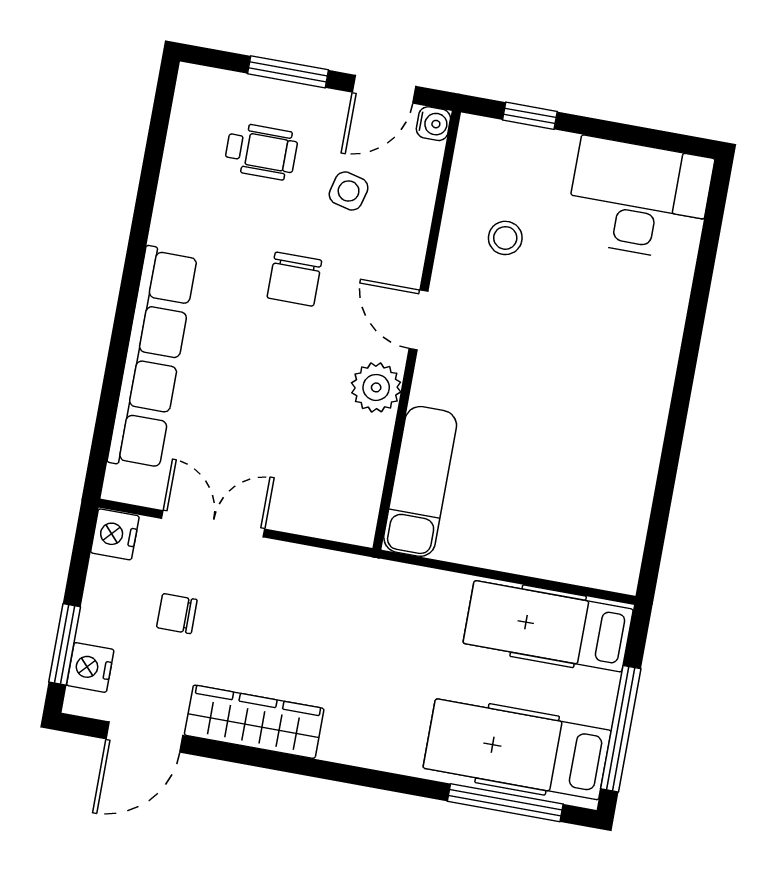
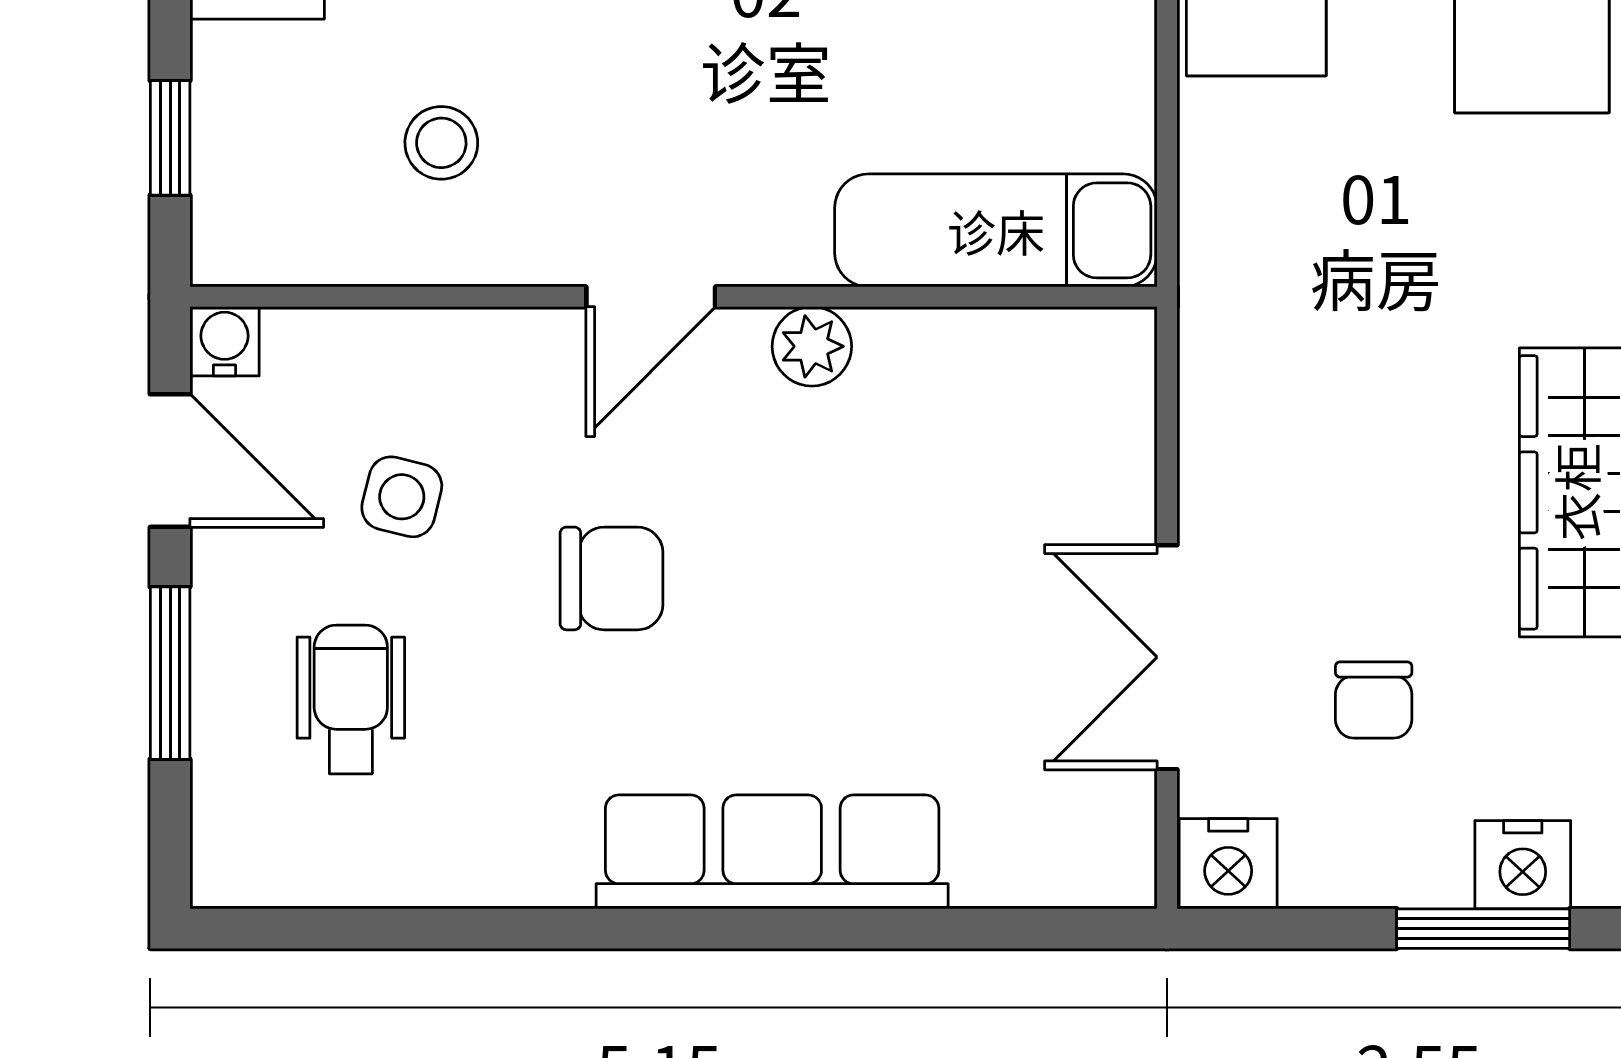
row of seats: (152, 358) -> (772, 852), width x0.73
plant: (376, 387) -> (812, 346), width x0.73, depth x0.73

